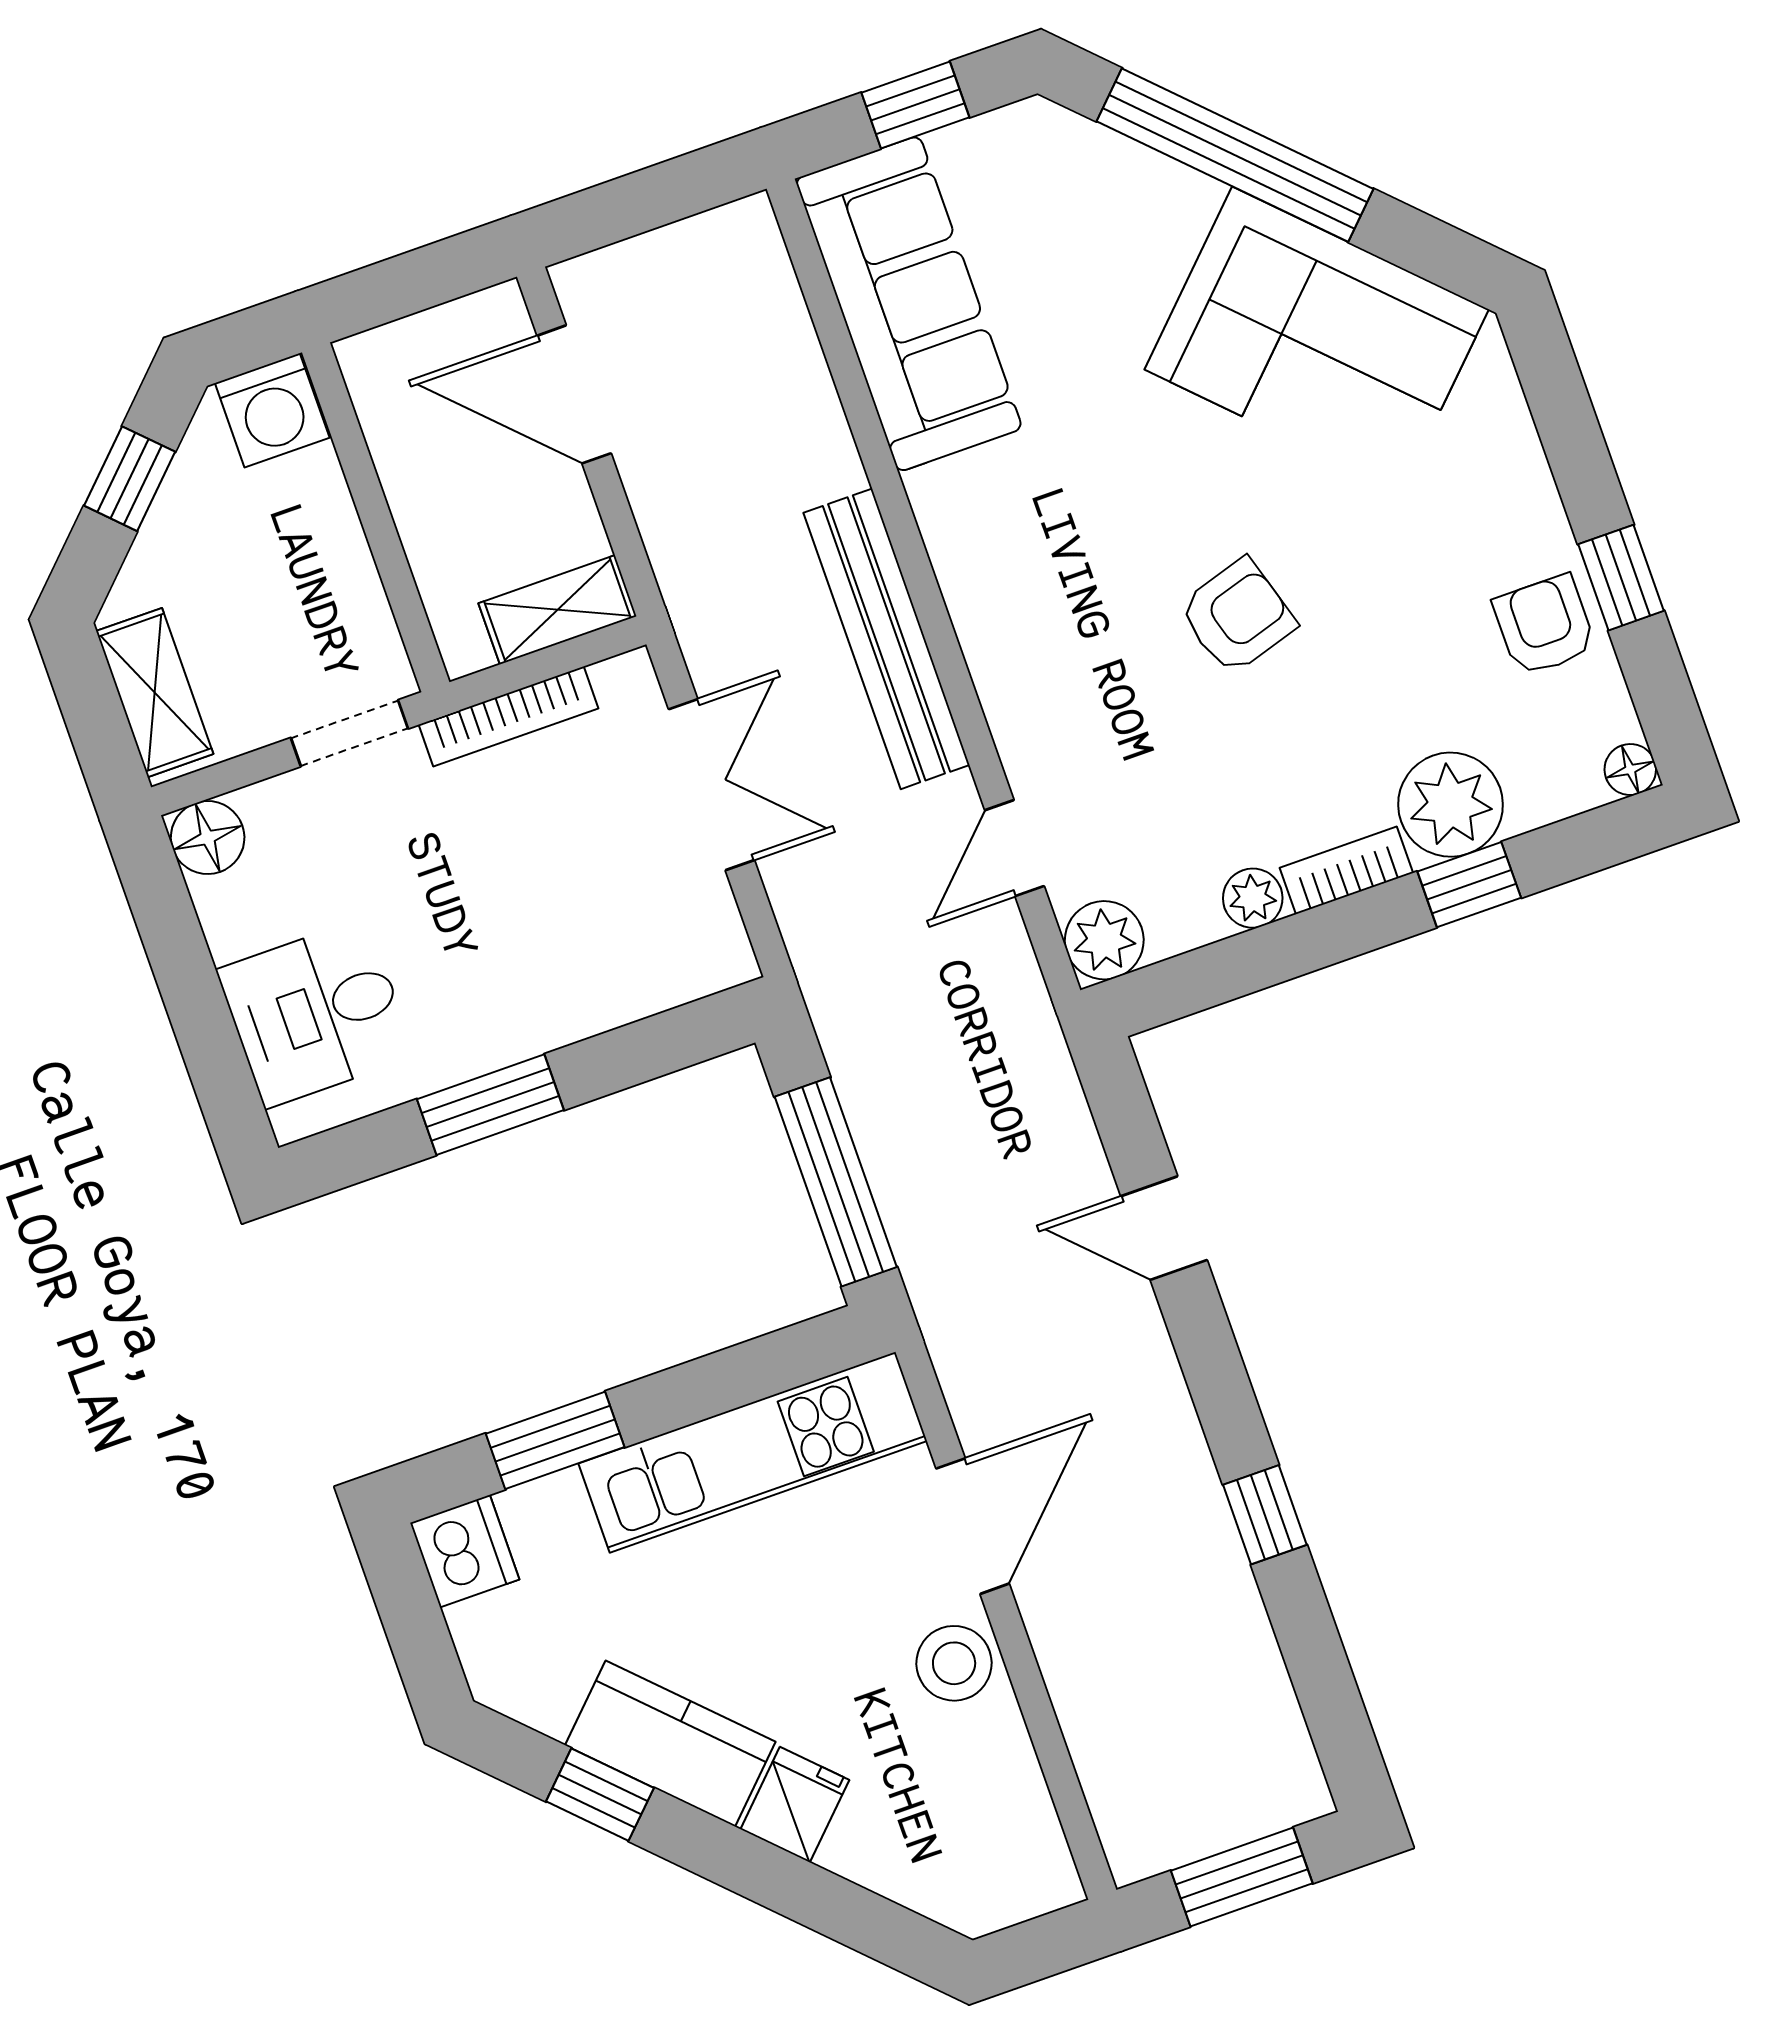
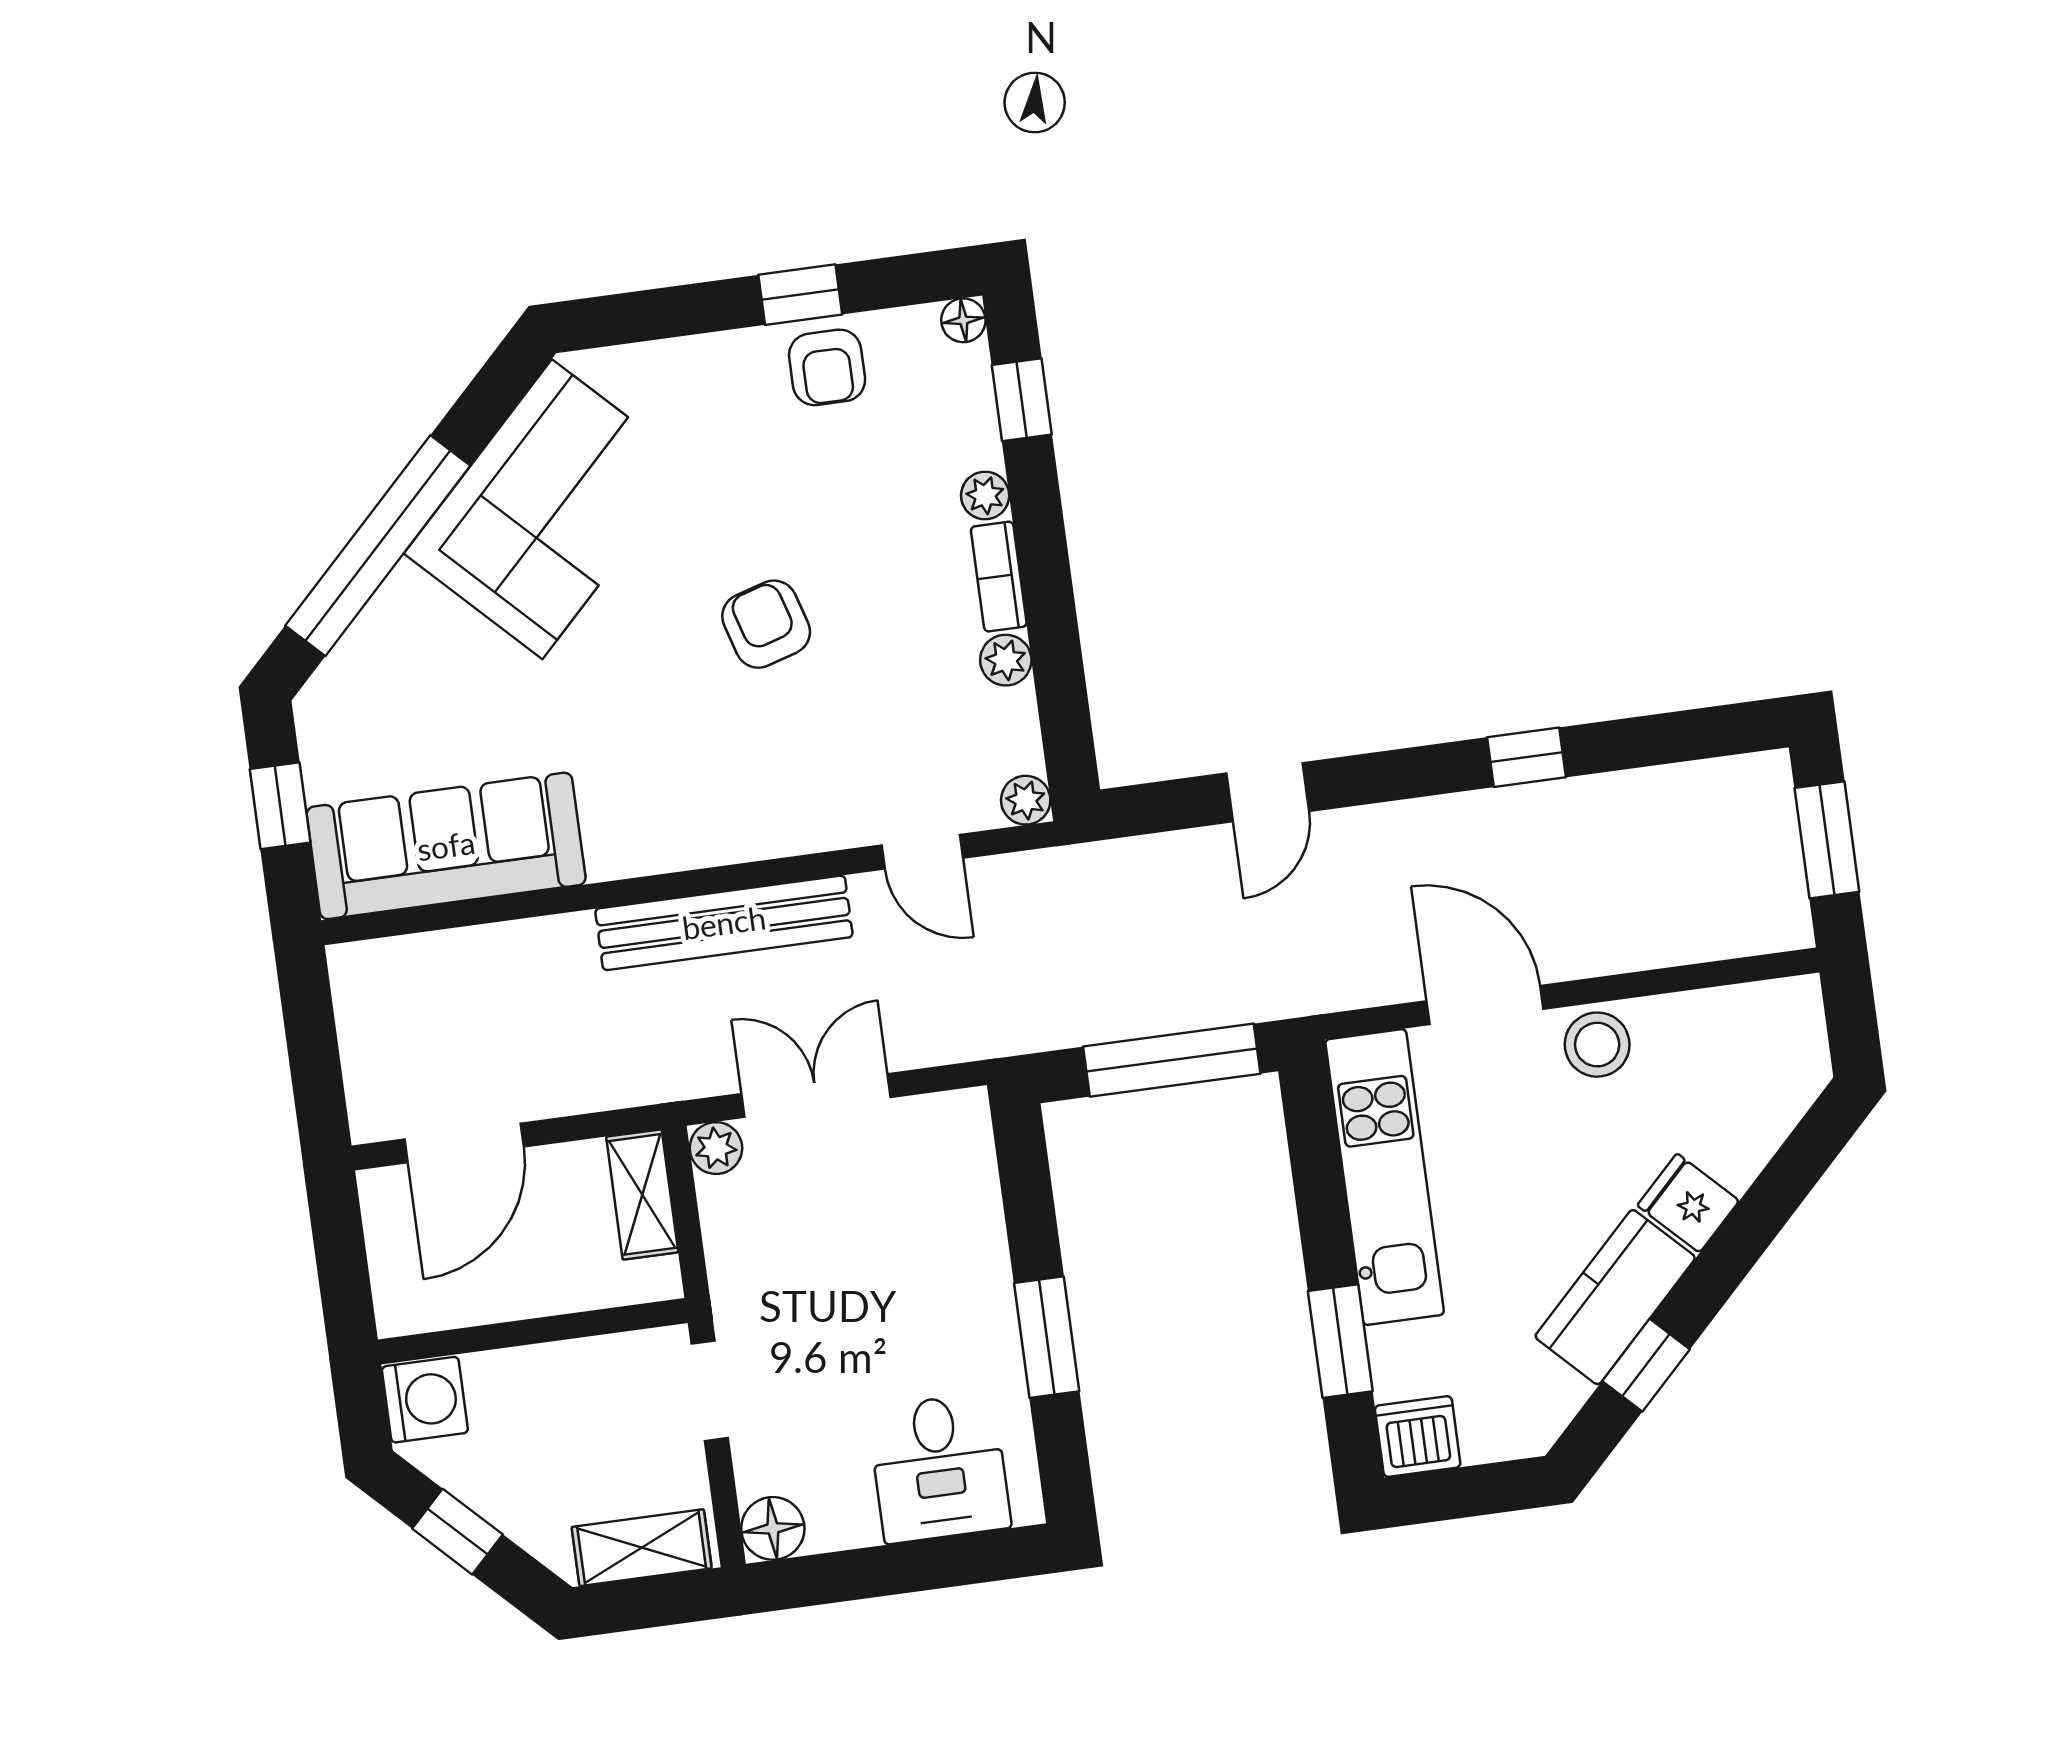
armchair: (1544, 625) -> (827, 367), turned -90
plant: (628, 683) -> (716, 1148), added
bookcase: (509, 716) -> (723, 1254), removed
plant: (1451, 805) -> (985, 495), width x0.53, depth x0.53
window: (1469, 885) -> (1022, 400), moved
plant: (1104, 940) -> (1026, 800), width x0.73, depth x0.73

